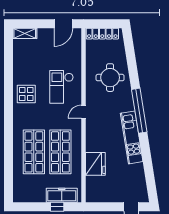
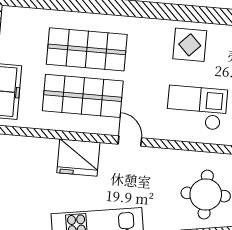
door: (84, 112) -> (130, 141), moved
fridge: (95, 164) -> (78, 158), moved

